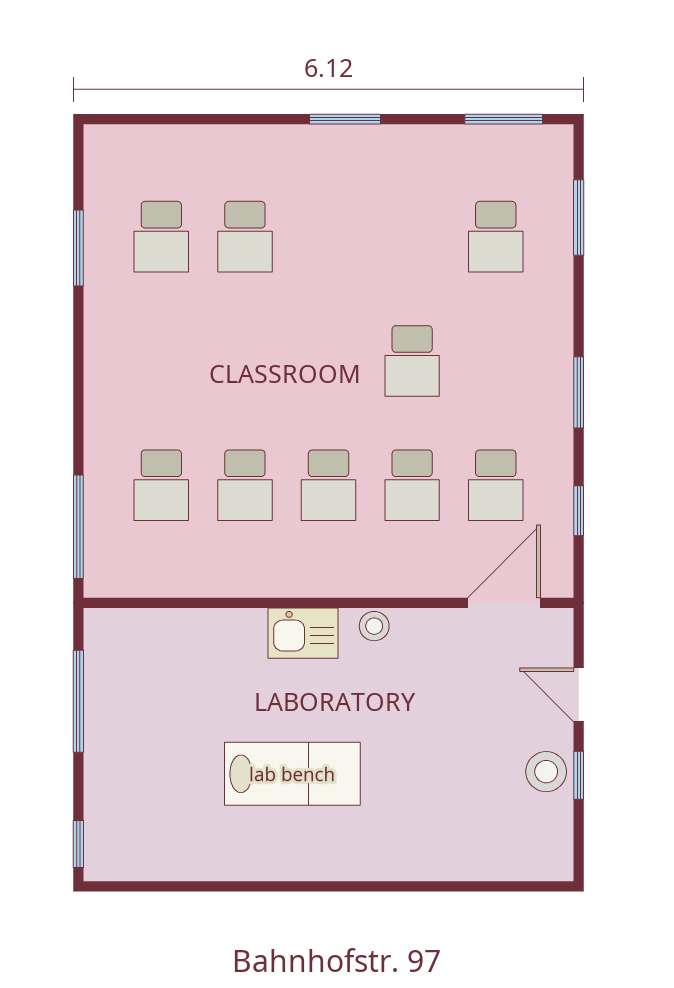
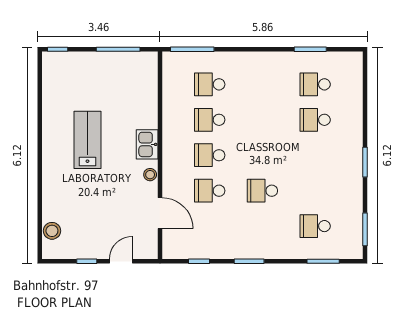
school desk: (496, 485) -> (210, 226), removed
door: (504, 603) -> (160, 213), moved
stool: (546, 772) -> (52, 231), moved
lab bench: (292, 774) -> (87, 140), turned 180

